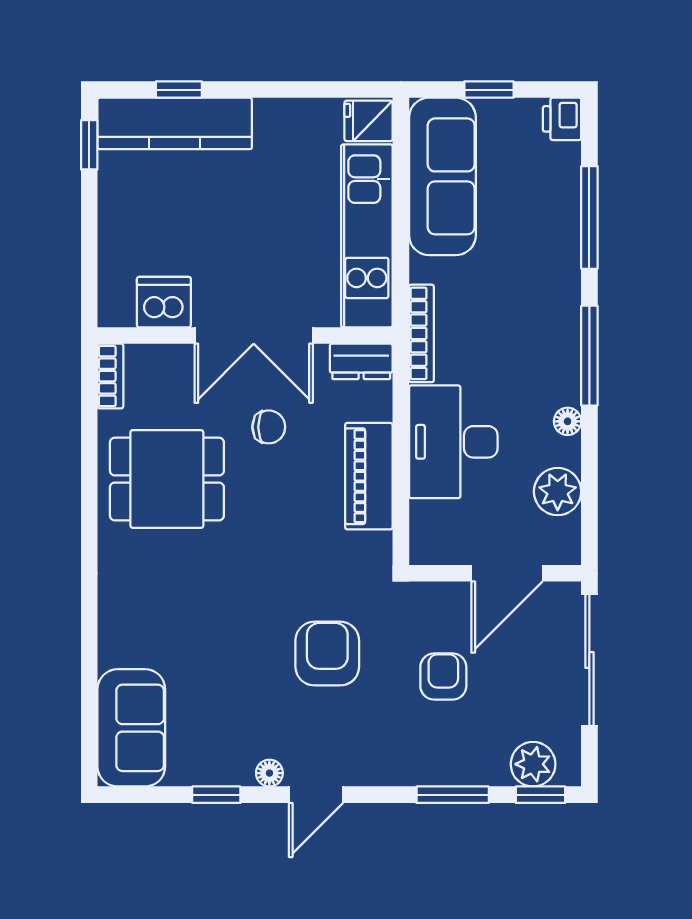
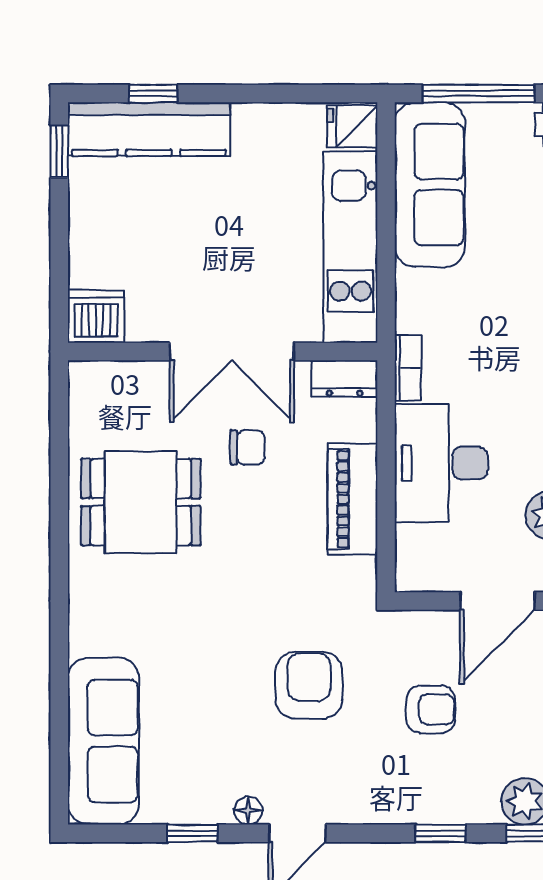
window: (489, 90) -> (479, 93), width x2.17
dishwasher: (164, 302) -> (96, 317), moved
bookcase: (421, 333) -> (408, 368), width x0.64
bookcase: (110, 376) -> (81, 394), removed
armchair: (443, 677) -> (431, 709), turned 90
sofa: (131, 728) -> (103, 741), width x1.36
window: (453, 795) -> (440, 833), width x0.67

